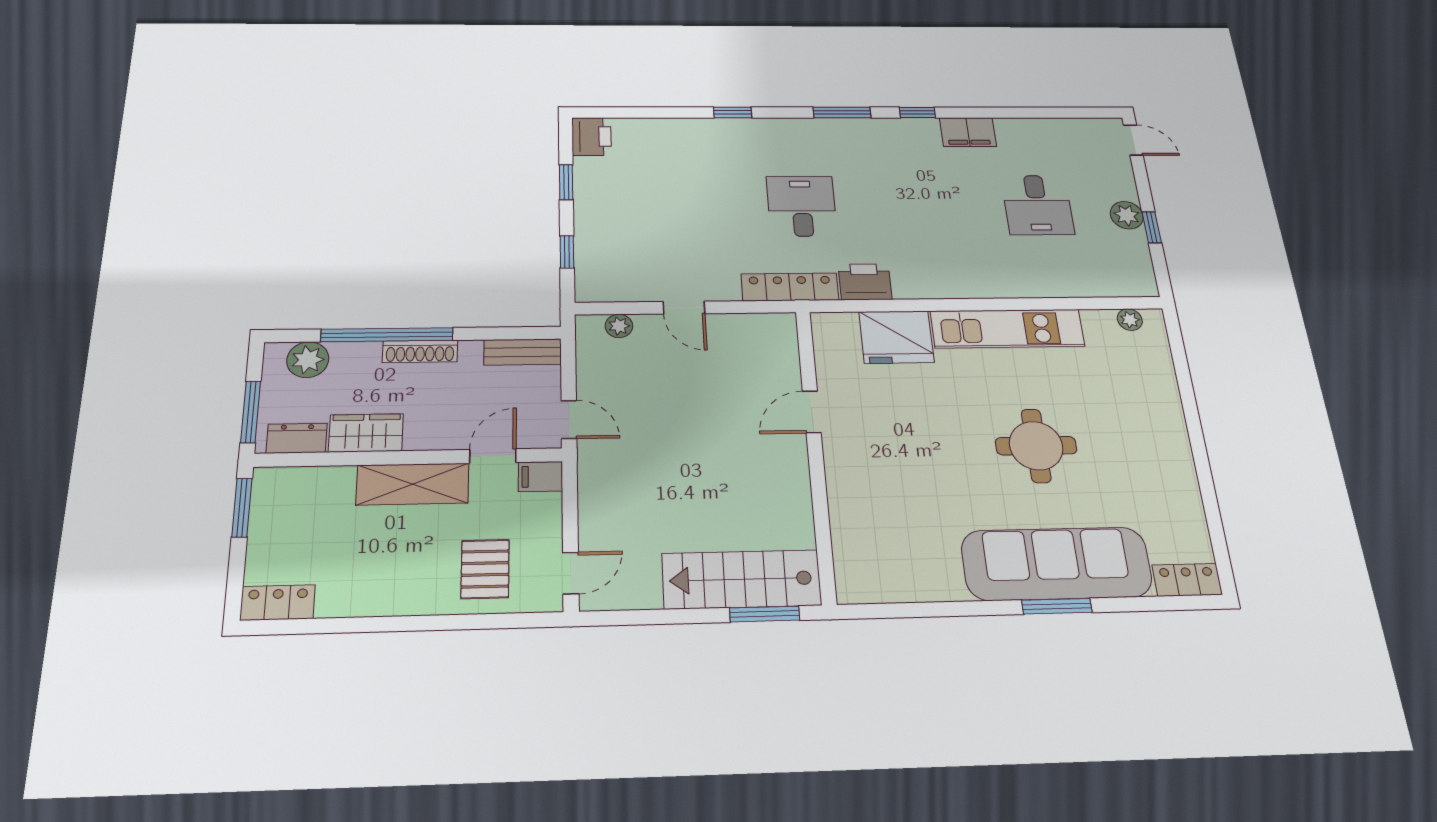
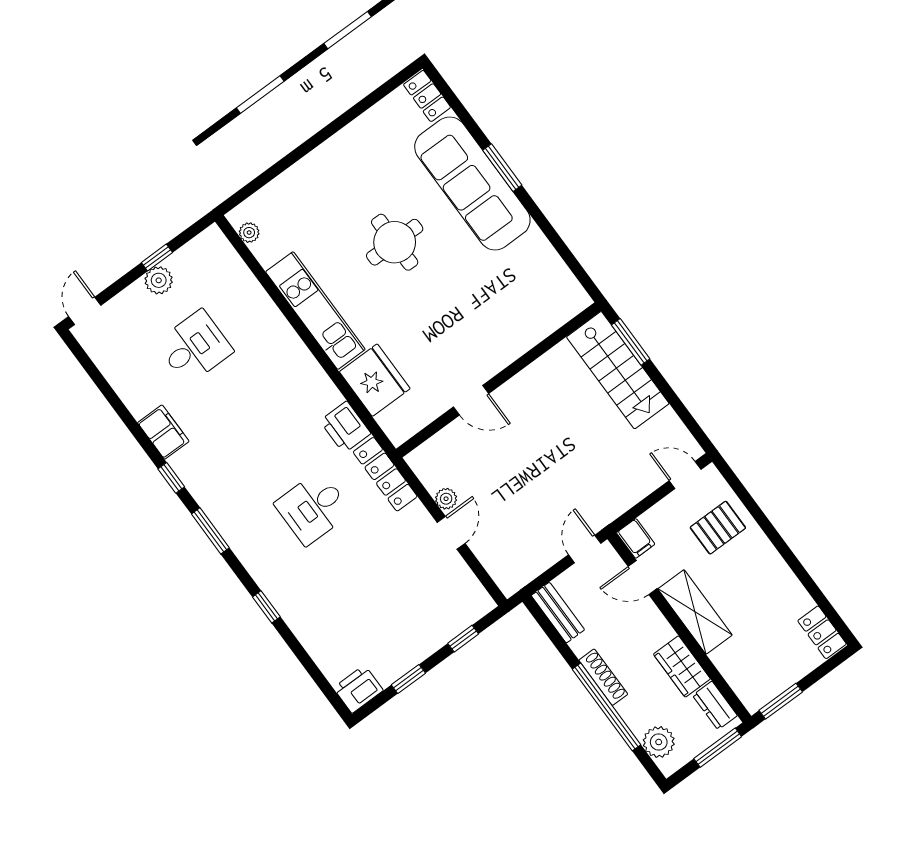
plant: (619, 326) -> (446, 499), moved

